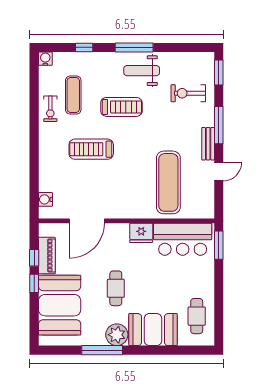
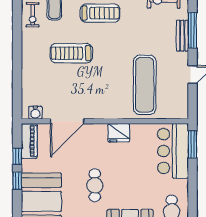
bench: (208, 144) -> (182, 36), moved
water cooler: (45, 199) -> (35, 113), moved, turned -90
bar counter: (183, 239) -> (173, 151), moved, turned 90
piano: (47, 256) -> (29, 141), moved

